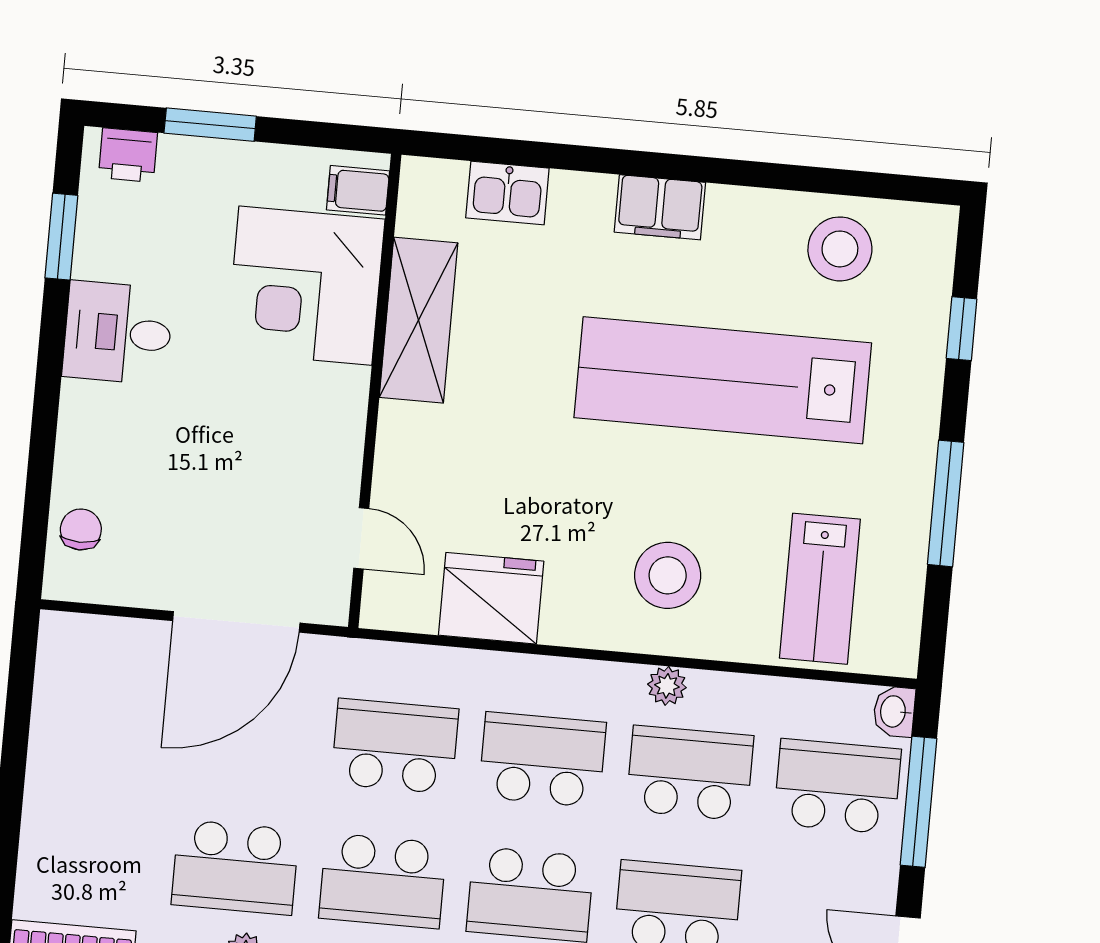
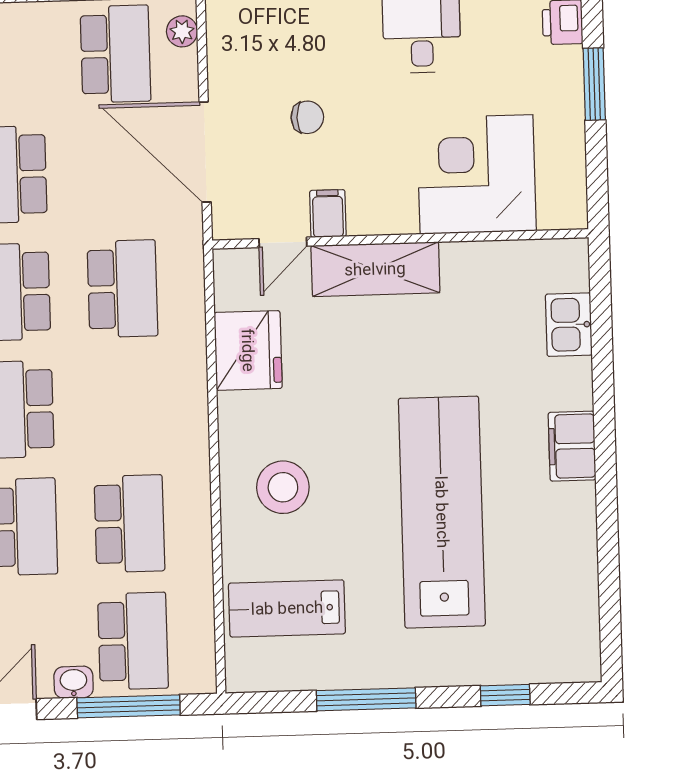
filing cabinet: (358, 190) -> (328, 214), moved
stool: (840, 249) -> (556, 592), removed
shelving: (419, 320) -> (375, 269), moved
chair: (81, 529) -> (307, 117), moved
plant: (667, 686) -> (182, 31), moved
washbasin: (894, 712) -> (74, 682), moved
school desk: (542, 760) -> (115, 54), moved

